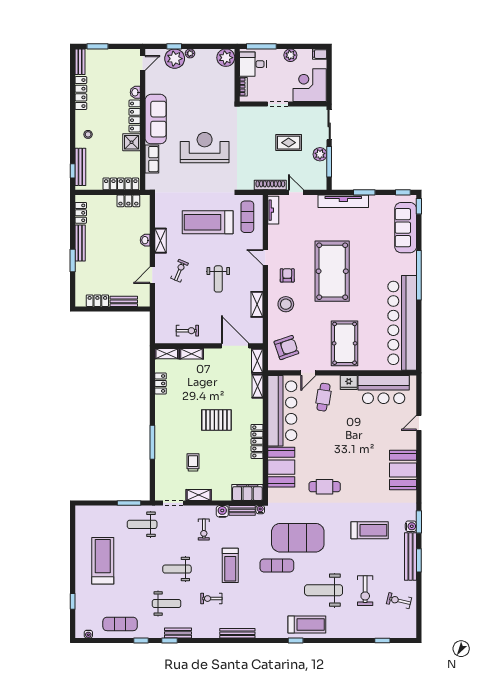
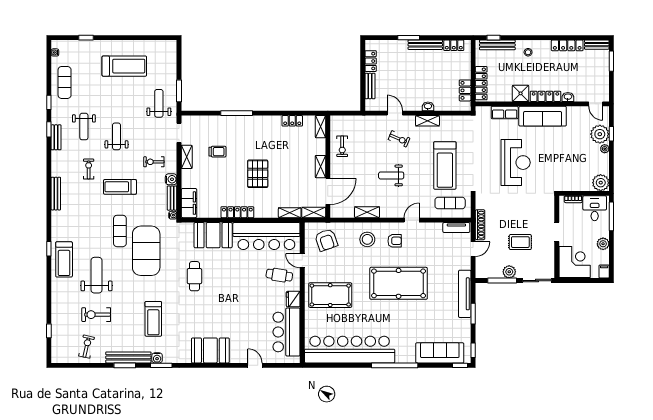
rug: (289, 143) -> (520, 242), turned 90
treadmill: (208, 222) -> (445, 165), turned 180
shelving: (191, 354) -> (320, 167), moved

